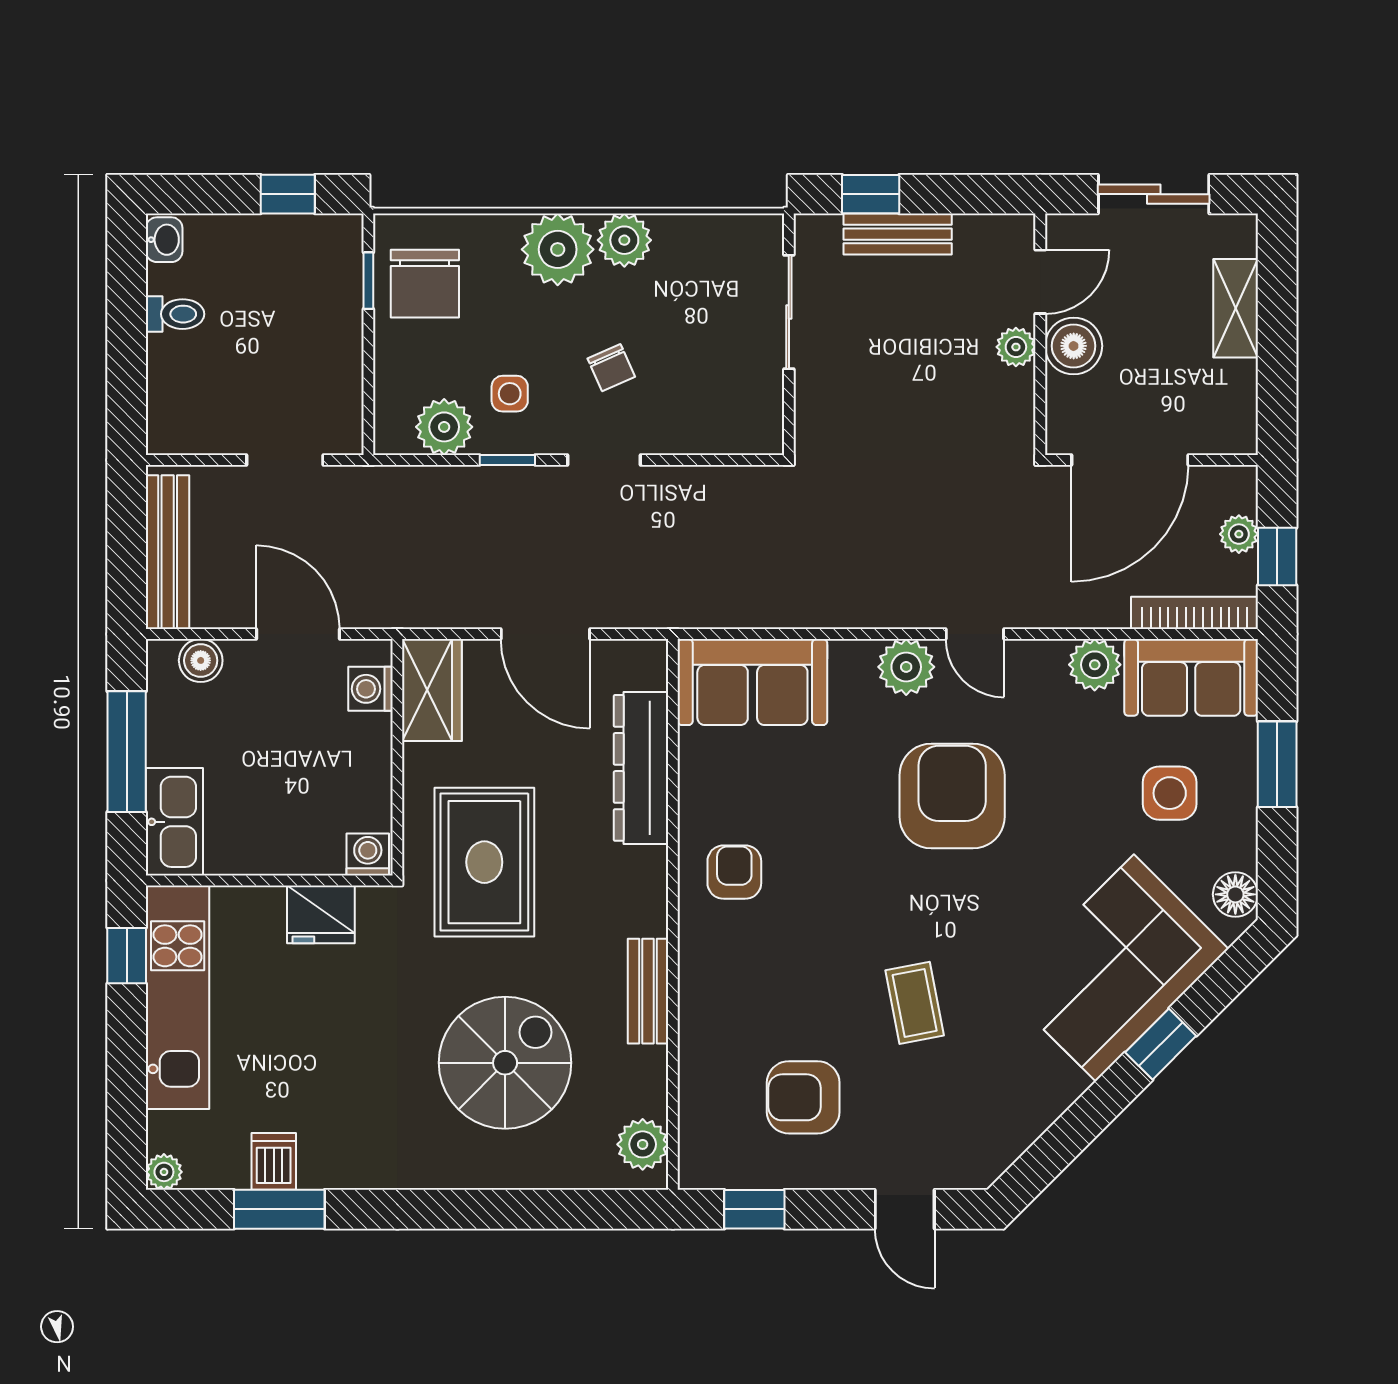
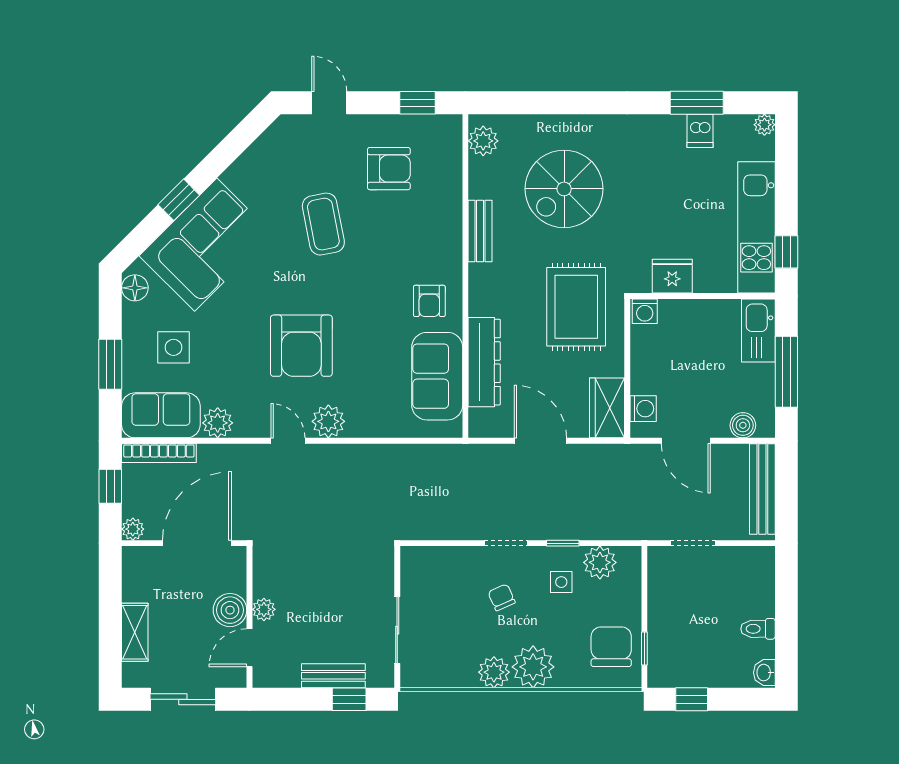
plant: (1239, 534) -> (133, 529), moved
sofa: (752, 682) -> (437, 376), moved, turned -90
coffee table: (915, 1003) -> (323, 224), width x1.36, depth x1.30

